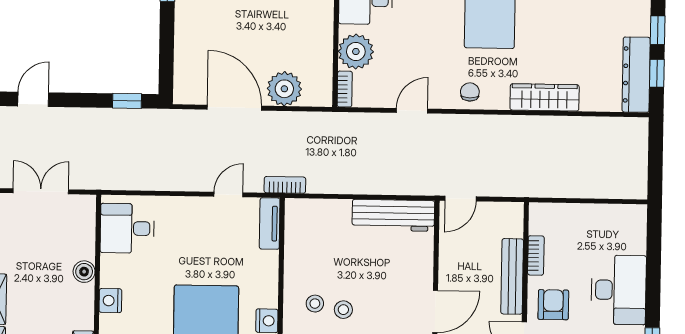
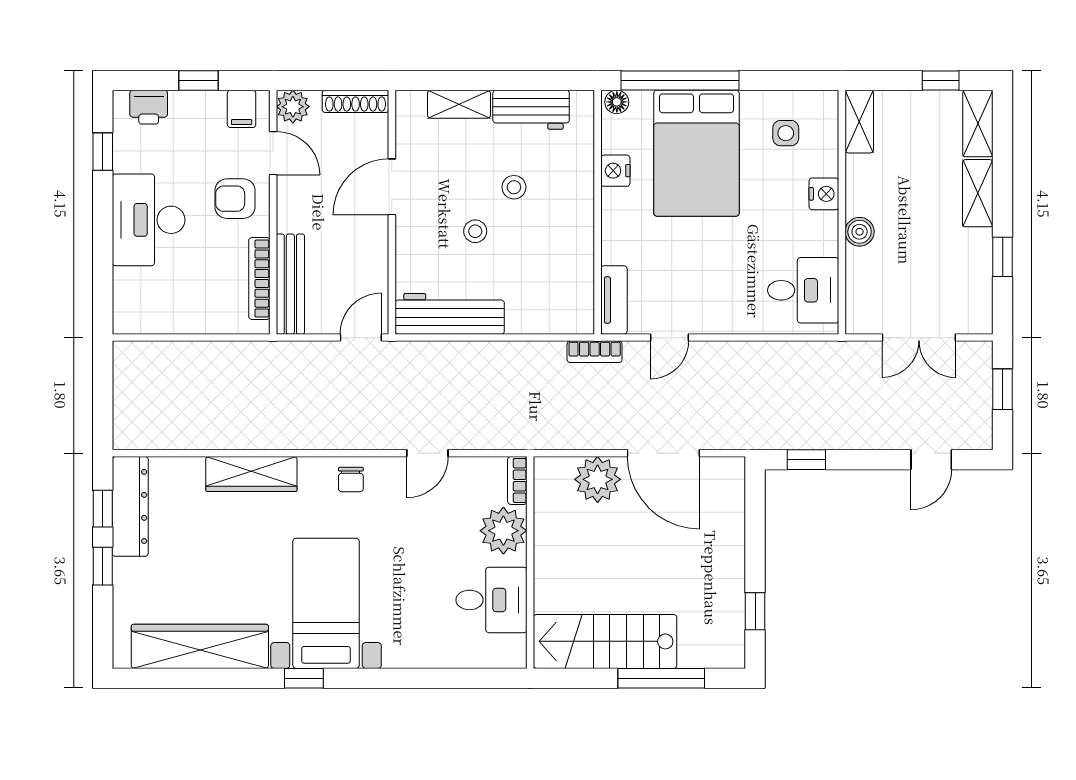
bookcase: (536, 255) -> (259, 279), width x1.56
bench: (512, 276) -> (290, 284), moved
stool: (315, 304) -> (475, 231), moved
armchair: (553, 305) -> (235, 199), turned 90

